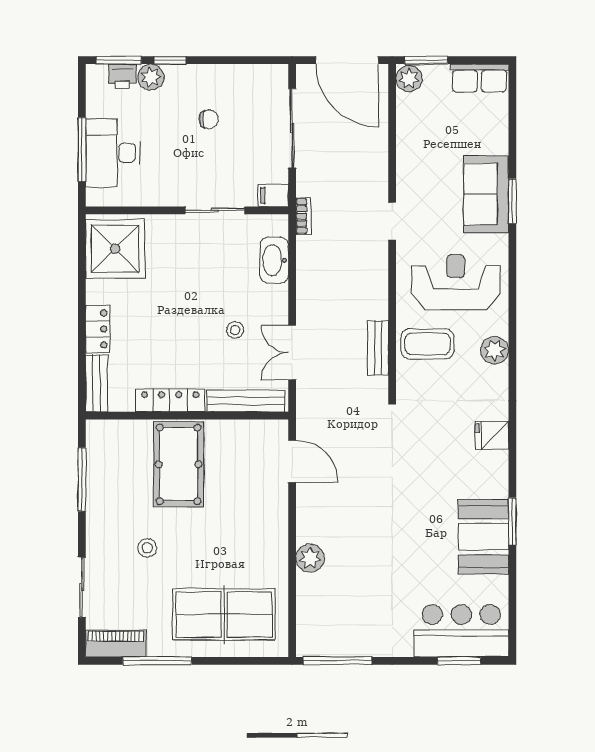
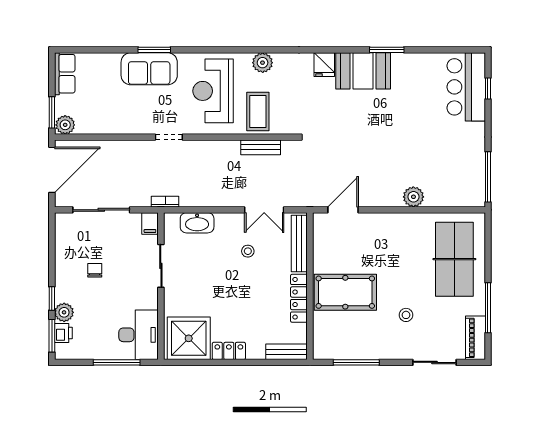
desk: (113, 153) -> (139, 335), moved, turned -90
locker: (98, 329) -> (229, 351), moved
booth: (483, 537) -> (363, 71), moved
window: (459, 661) -> (488, 89), width x0.67

